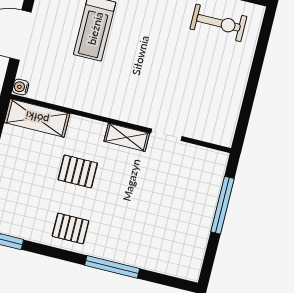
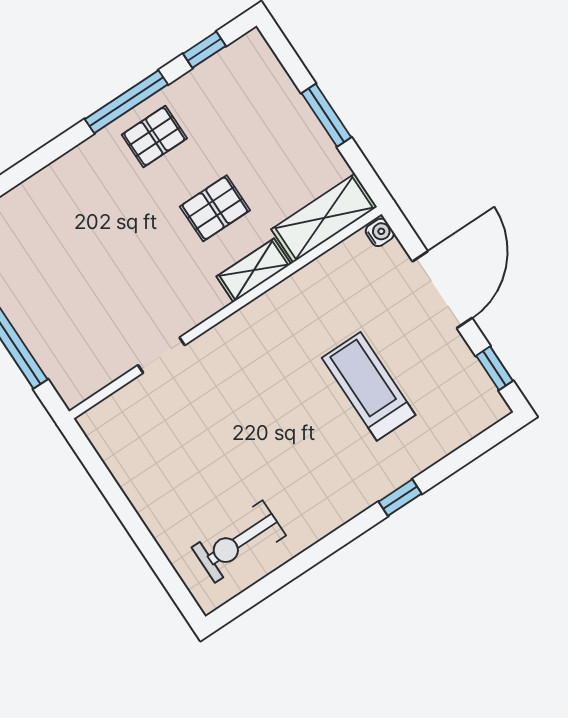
shelving: (127, 137) -> (254, 270), moved
window: (112, 267) -> (126, 102), moved

